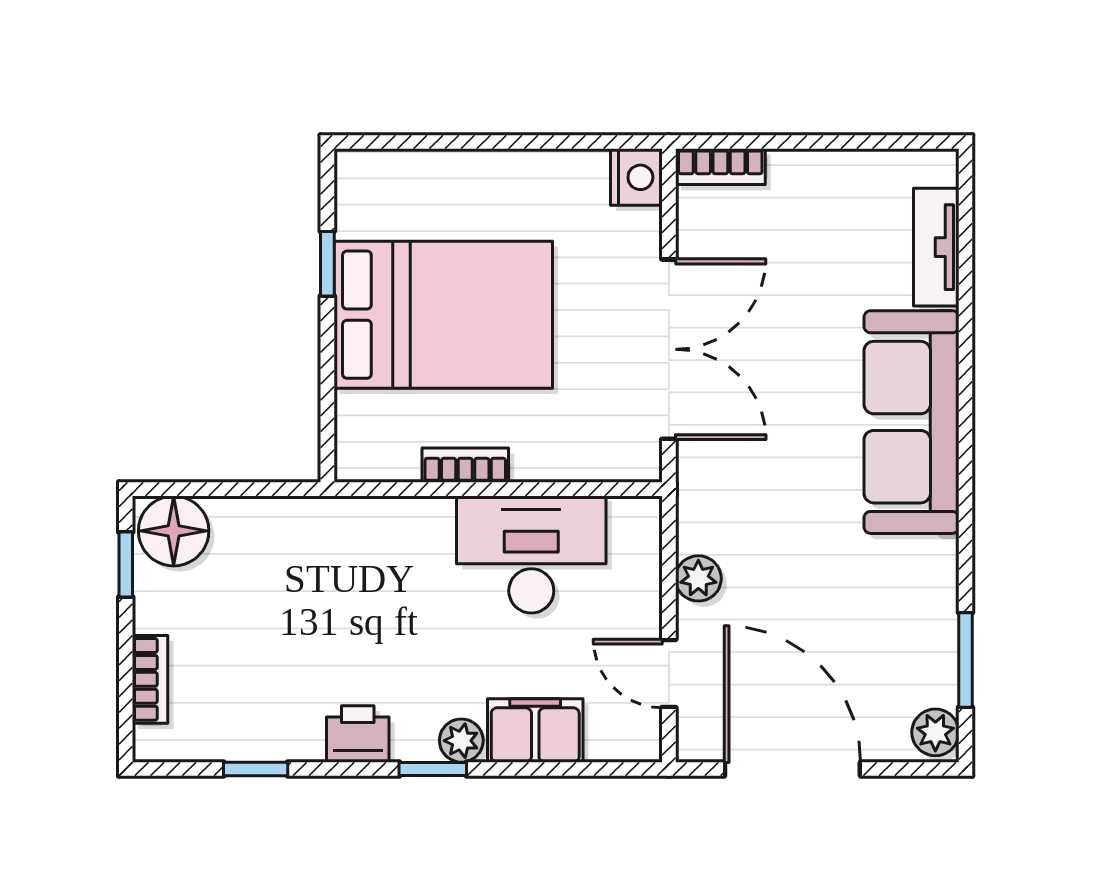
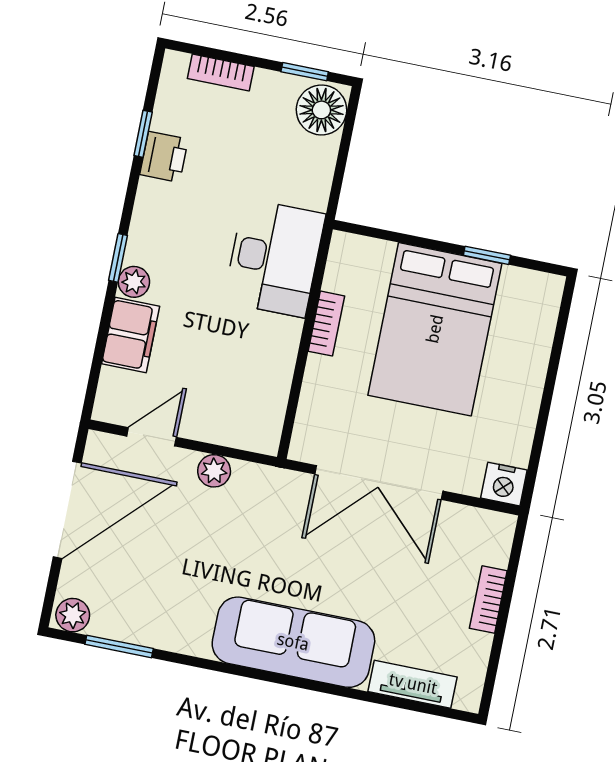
bookcase: (720, 167) -> (488, 600), moved
desk: (531, 554) -> (274, 258), moved
printer: (358, 734) -> (164, 157), moved

